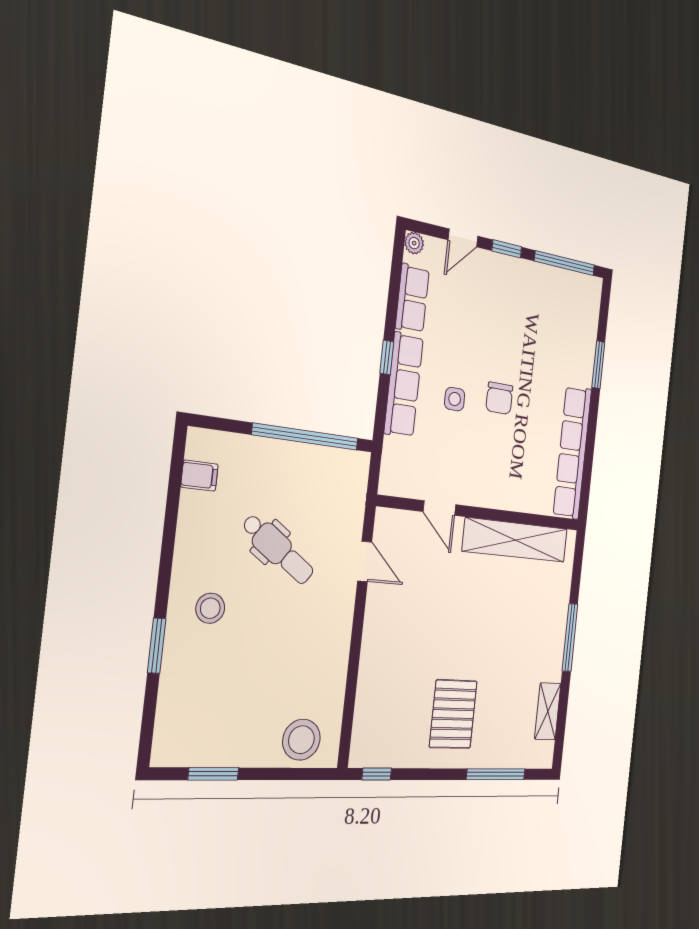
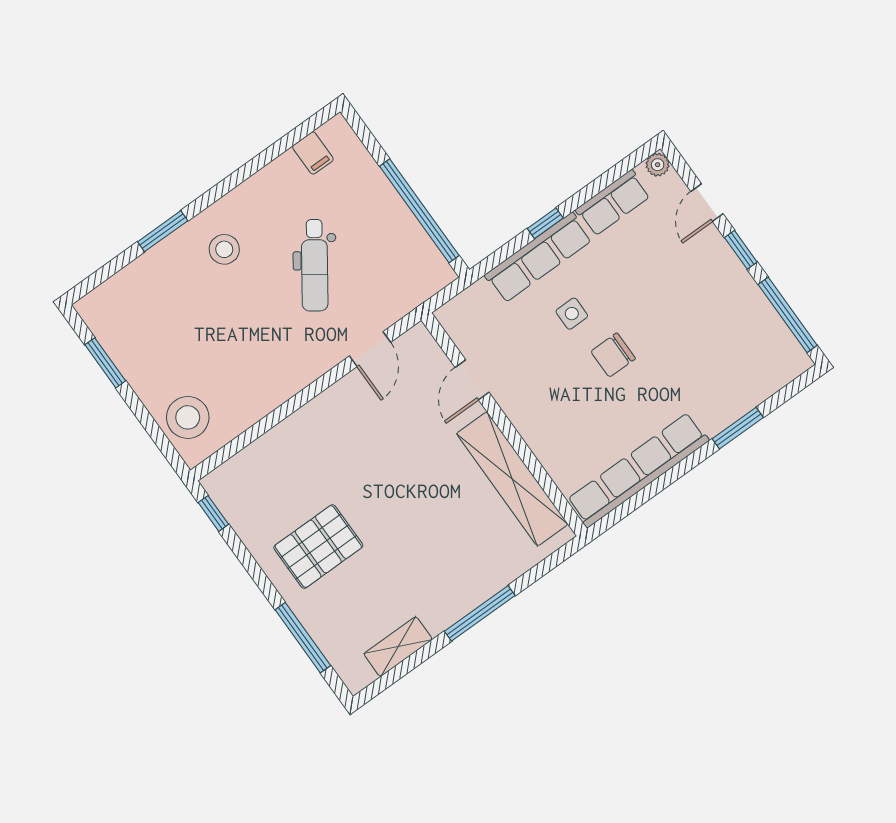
door: (463, 238) -> (707, 203), hinge flipped

